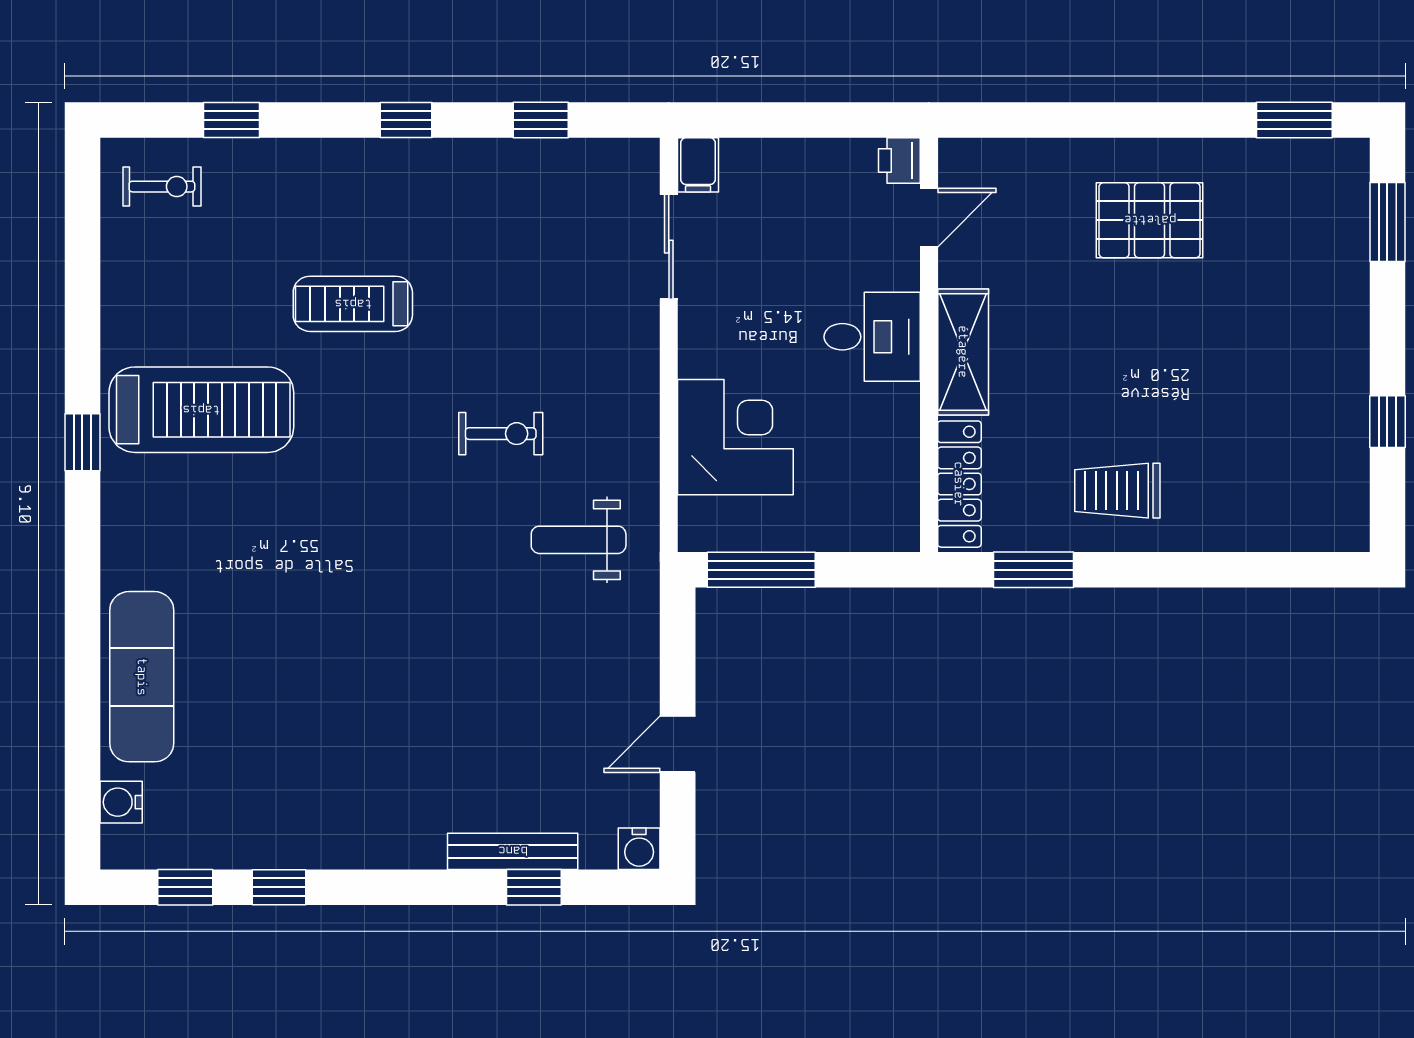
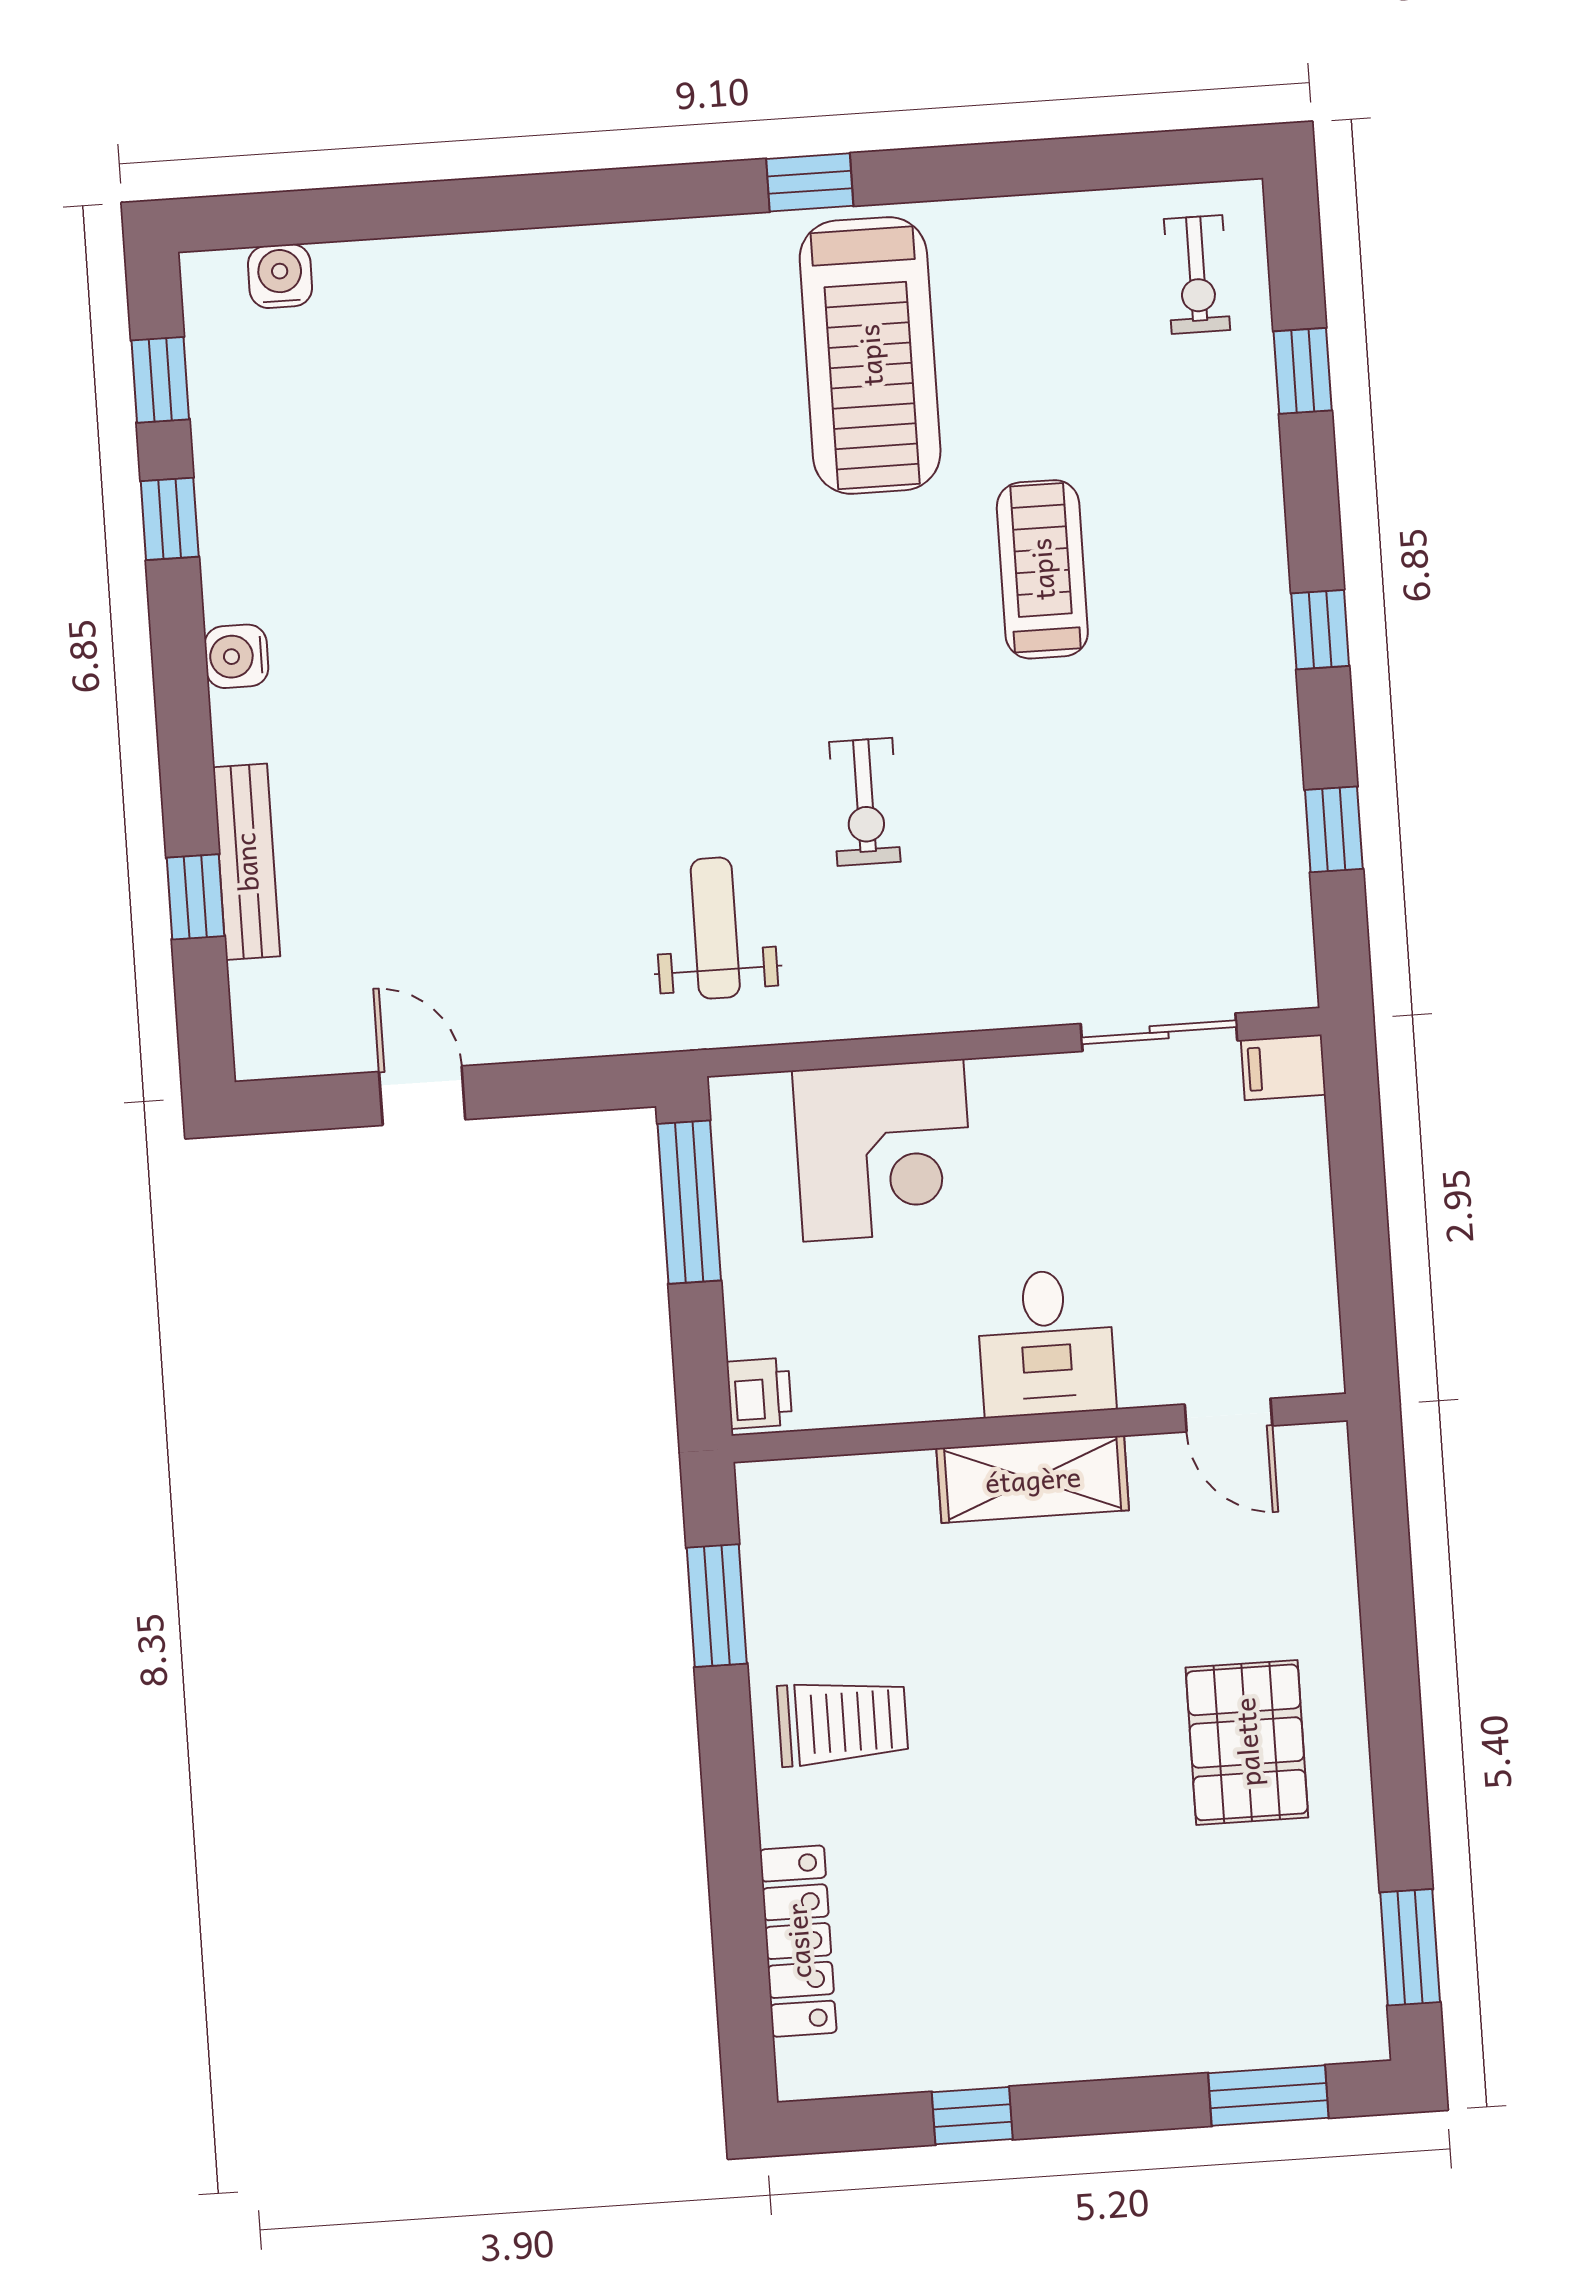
printer: (899, 160) -> (759, 1393), moved, turned 90
locker: (959, 484) -> (798, 1941), moved, turned -90
trolley: (1117, 491) -> (843, 1722), turned 90
exercise mat: (142, 677) -> (468, 294), removed
water cooler: (639, 849) -> (236, 656), moved

